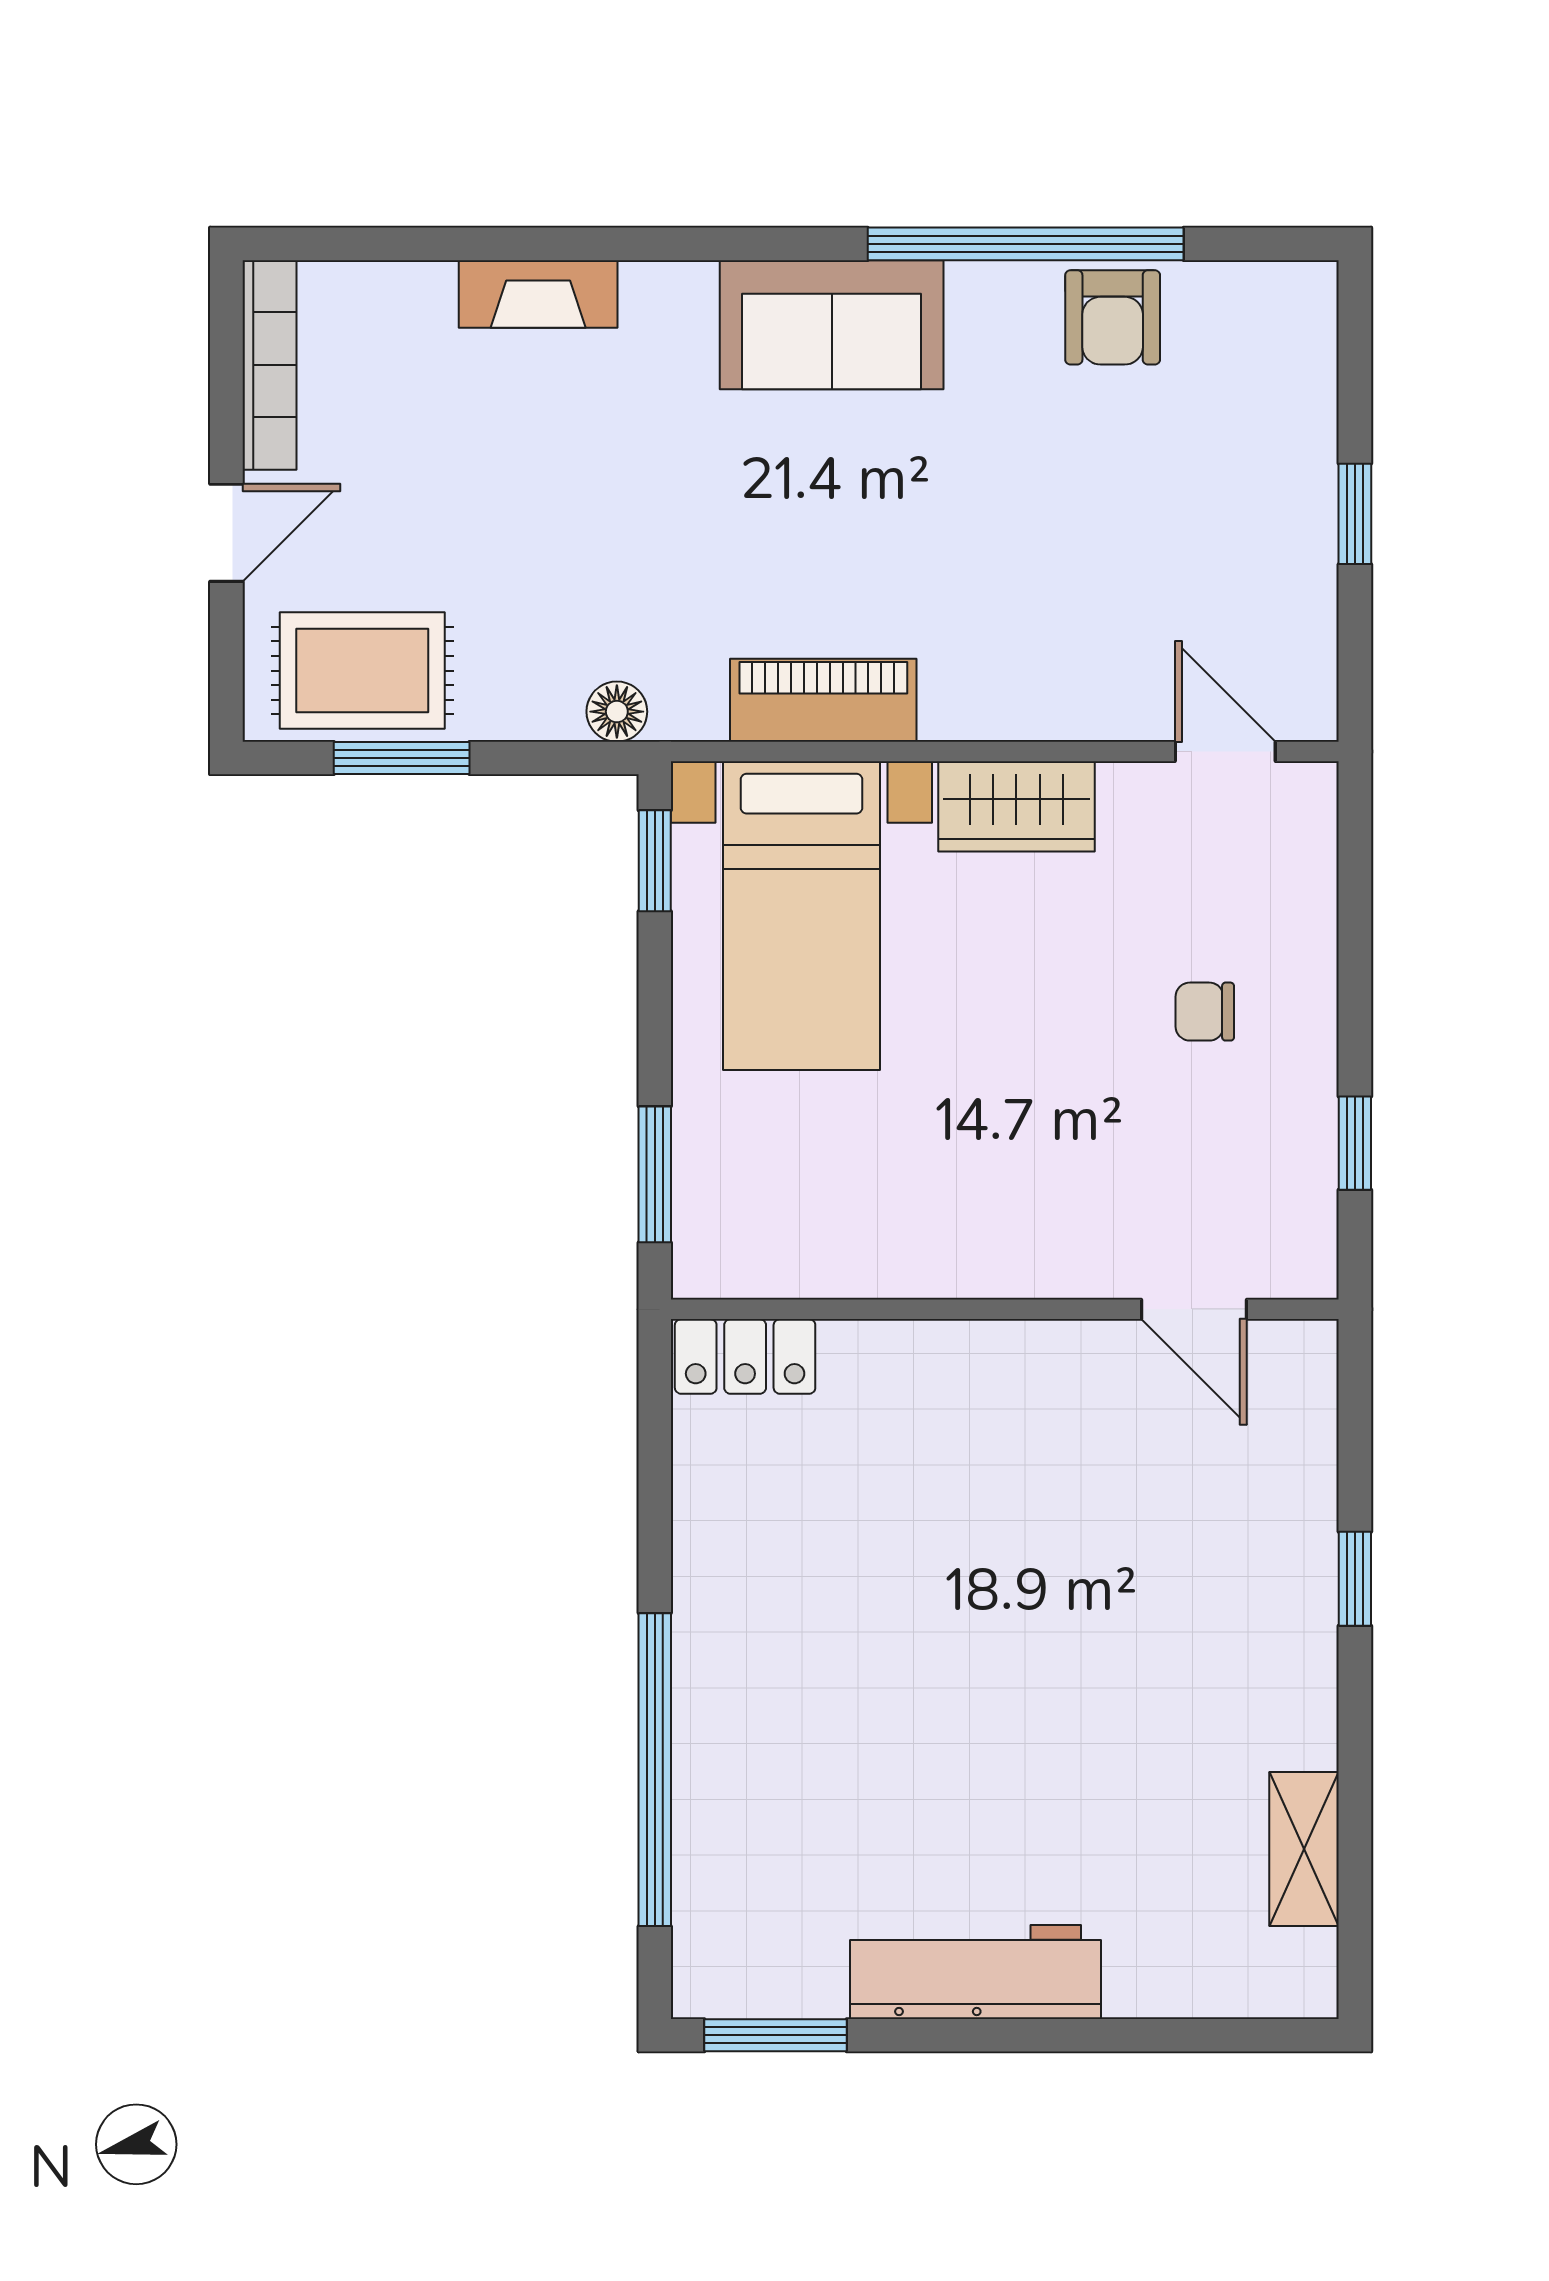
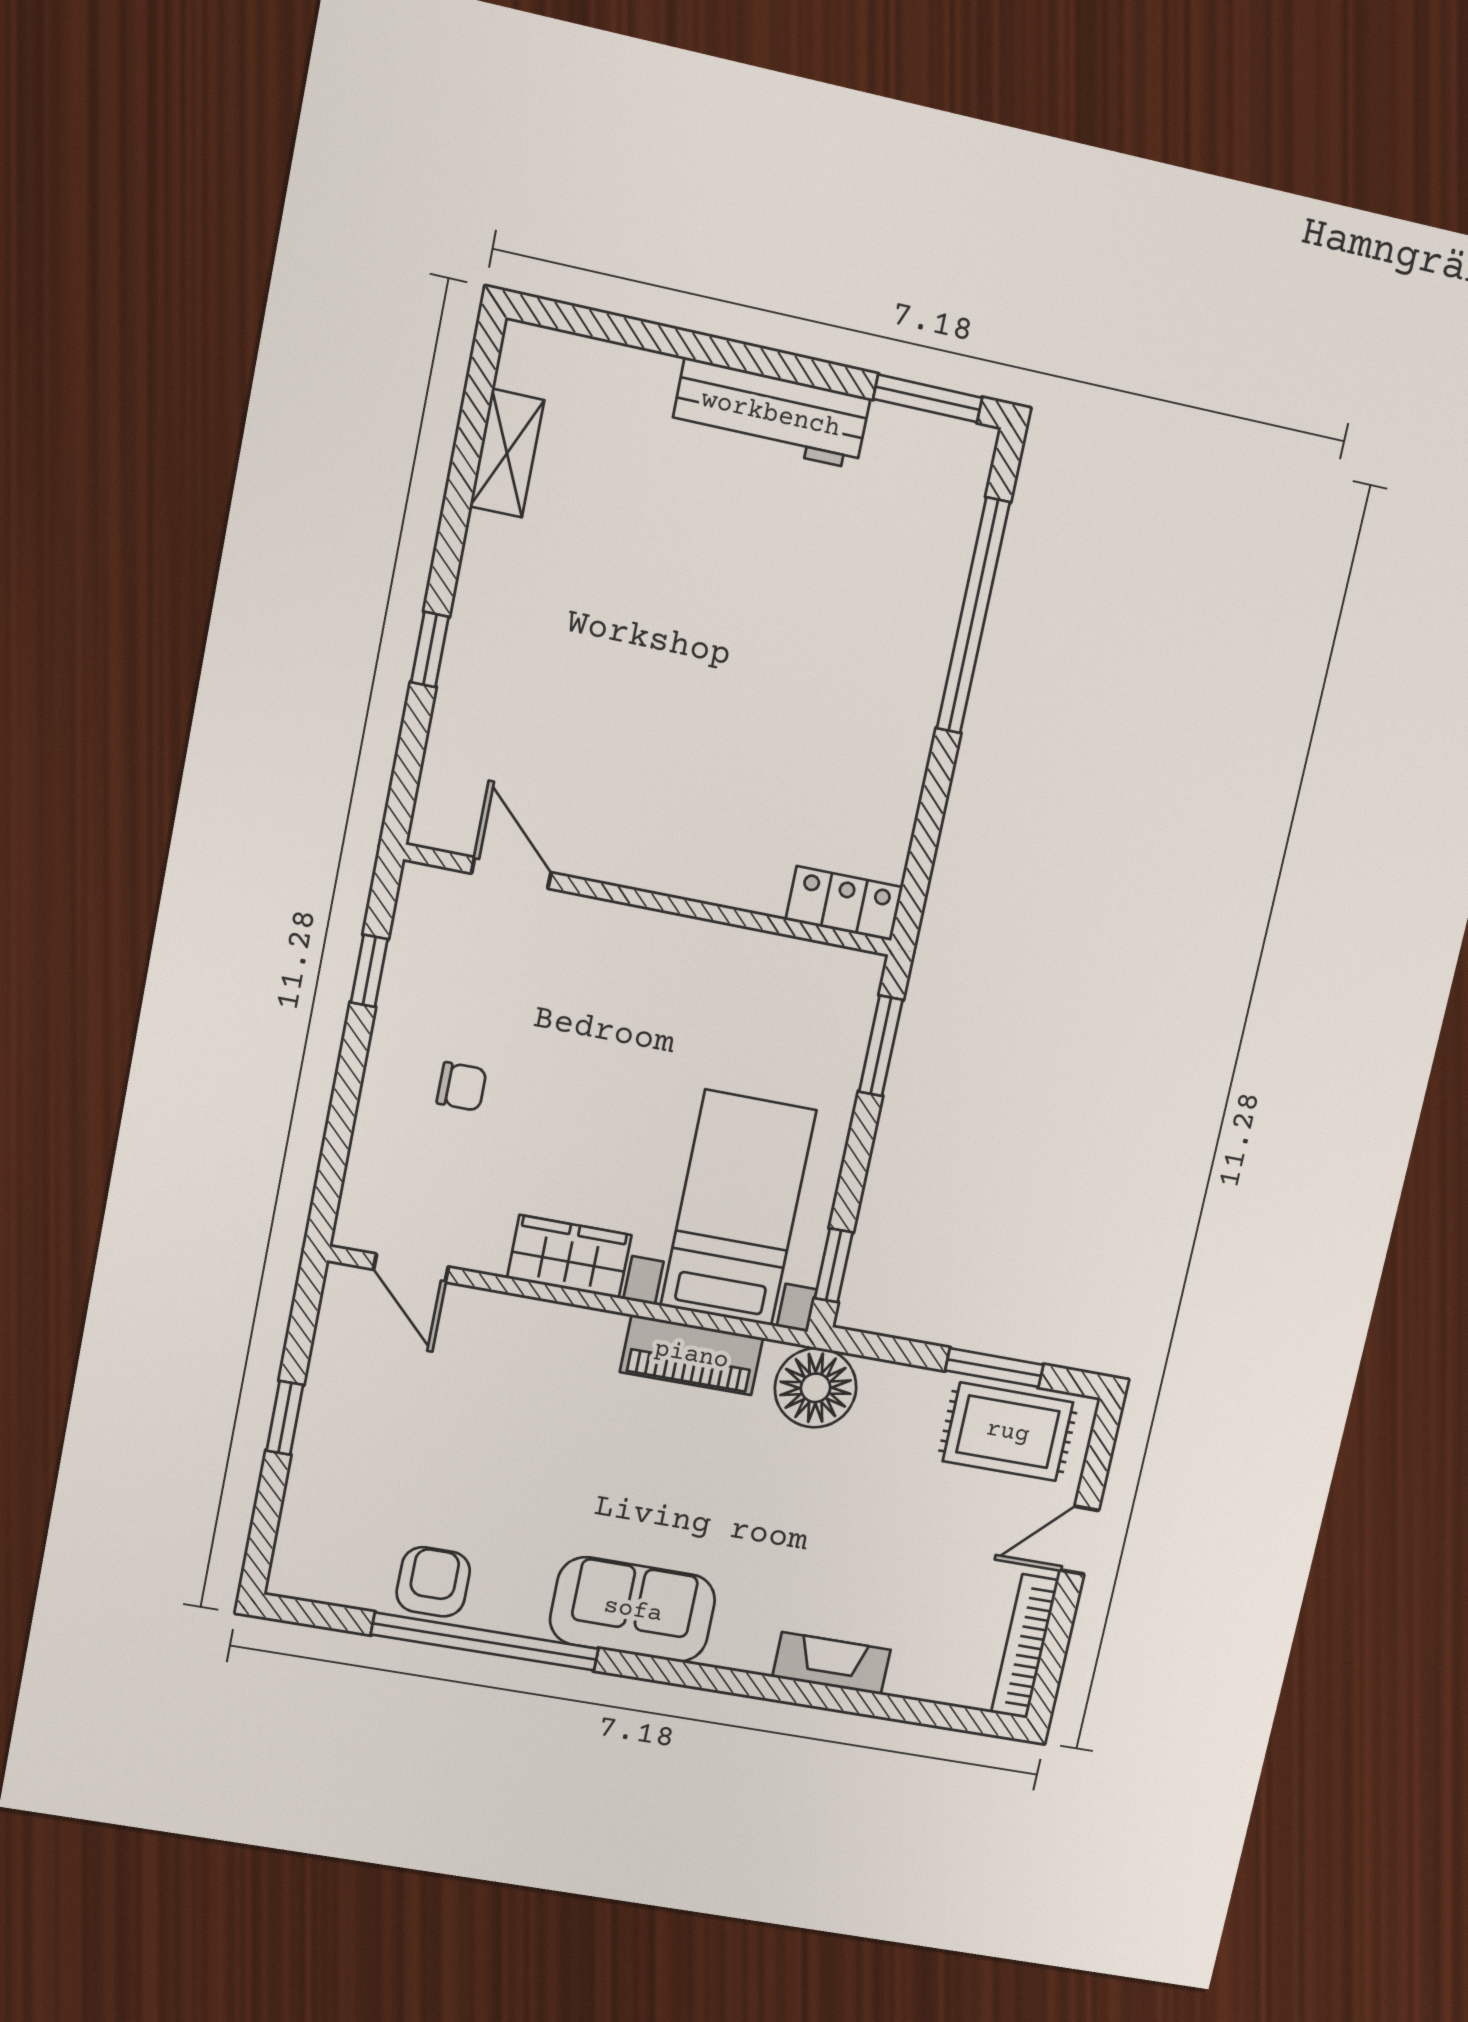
floor lamp: (617, 712) -> (816, 1388), width x1.89, depth x1.89

